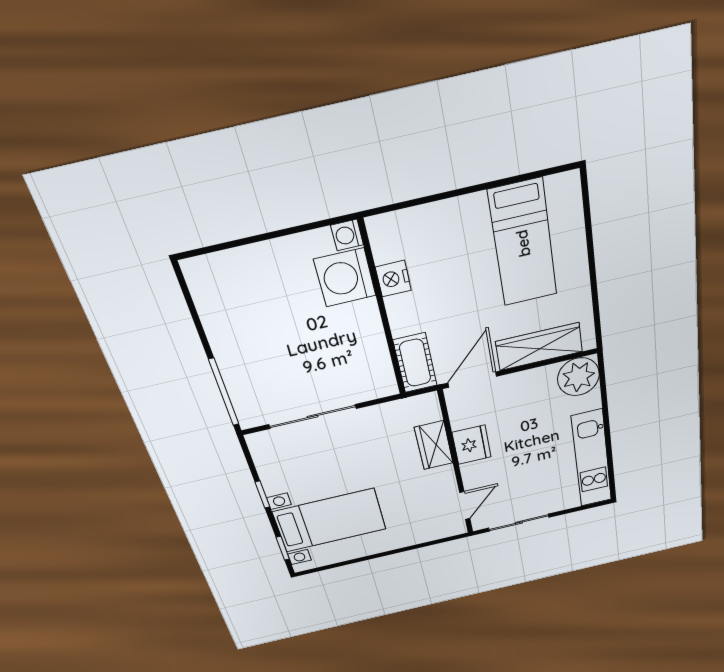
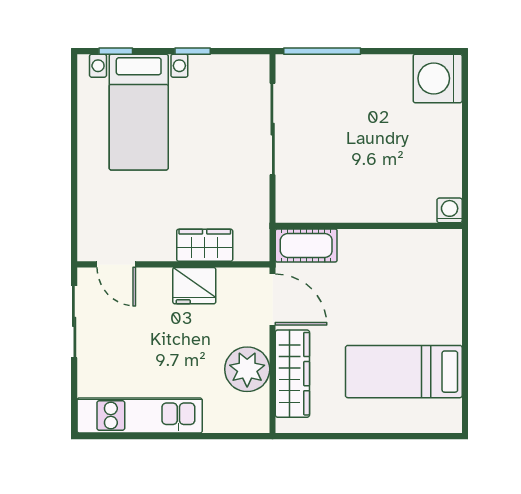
washing machine: (345, 278) -> (438, 78), moved, turned -90
nightstand: (393, 279) -> (399, 243), removed
plant: (578, 377) -> (247, 369), moved

